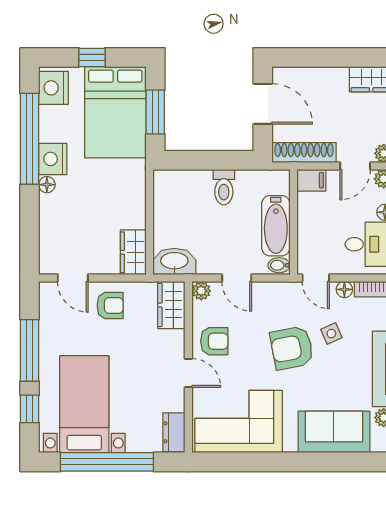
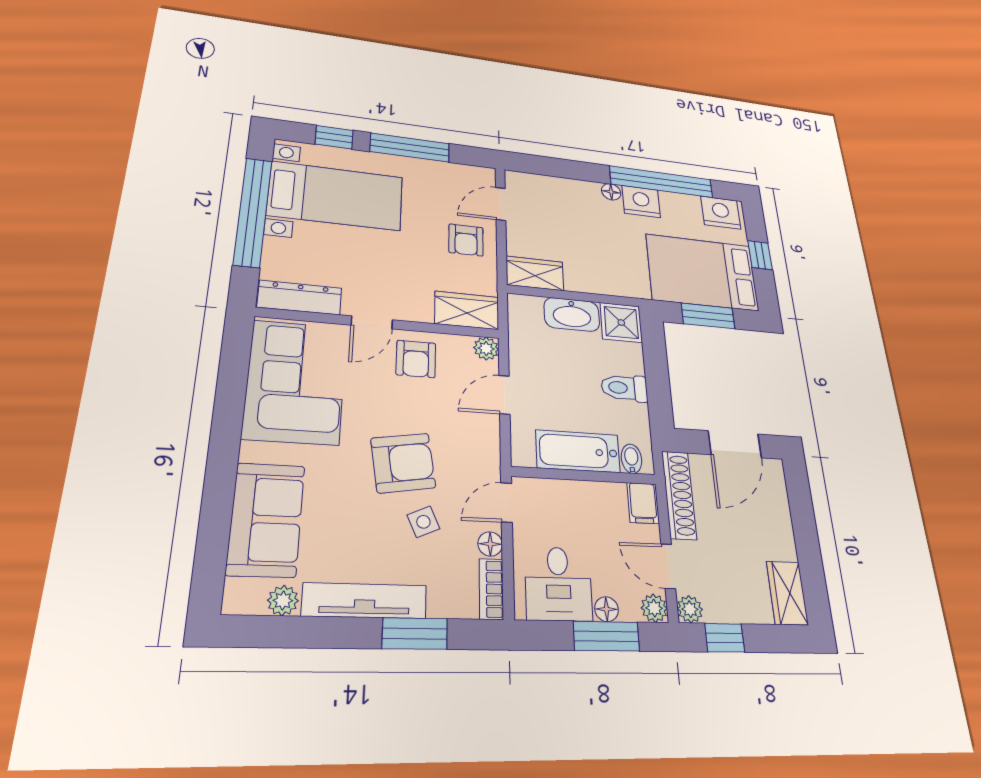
shower: (169, 185) -> (621, 323), added
washbasin: (174, 261) -> (572, 314), moved, turned 90
bidet: (279, 265) -> (631, 459), moved
armchair: (292, 348) -> (403, 463), turned 92
dresser: (174, 432) -> (300, 298), width x1.44

